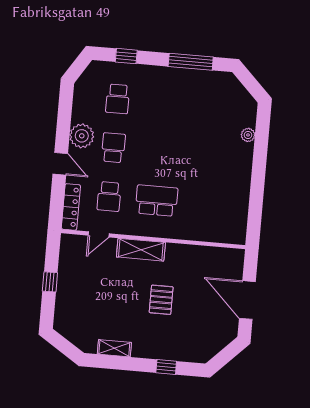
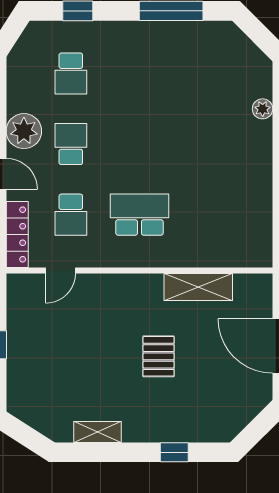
shelving: (141, 250) -> (198, 287), moved

